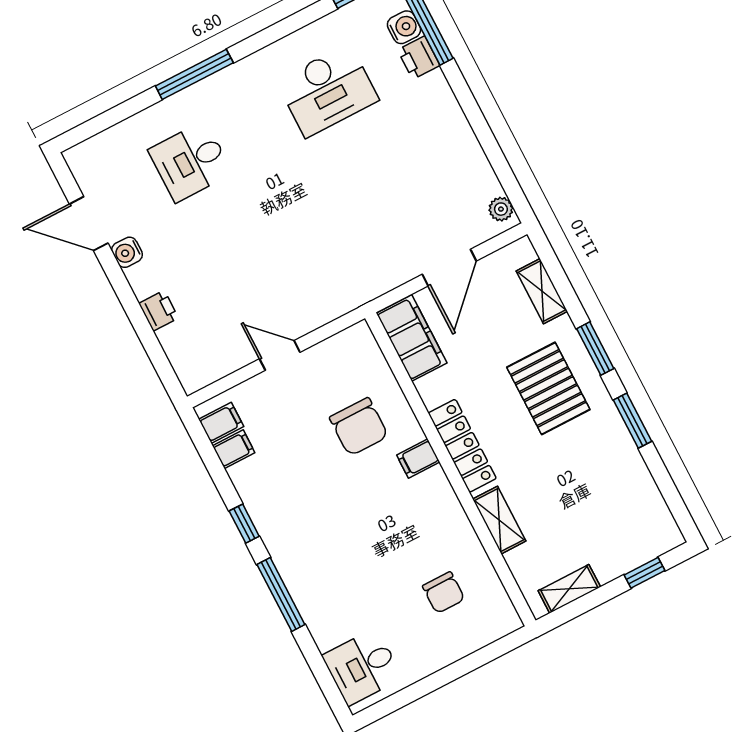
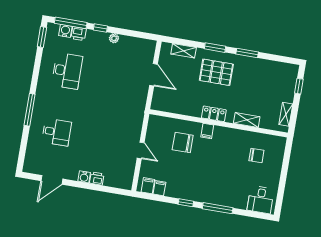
window: (462, 92) -> (100, 28), added
desk: (190, 162) -> (57, 132), turned -90
plant: (501, 209) -> (114, 38), moved
water cooler: (127, 252) -> (84, 177), moved
filing cabinet: (412, 338) -> (167, 104), removed
door: (280, 355) -> (141, 150), swing flipped
chair: (359, 427) -> (183, 142), turned 180
locker: (462, 446) -> (214, 114), width x0.66

